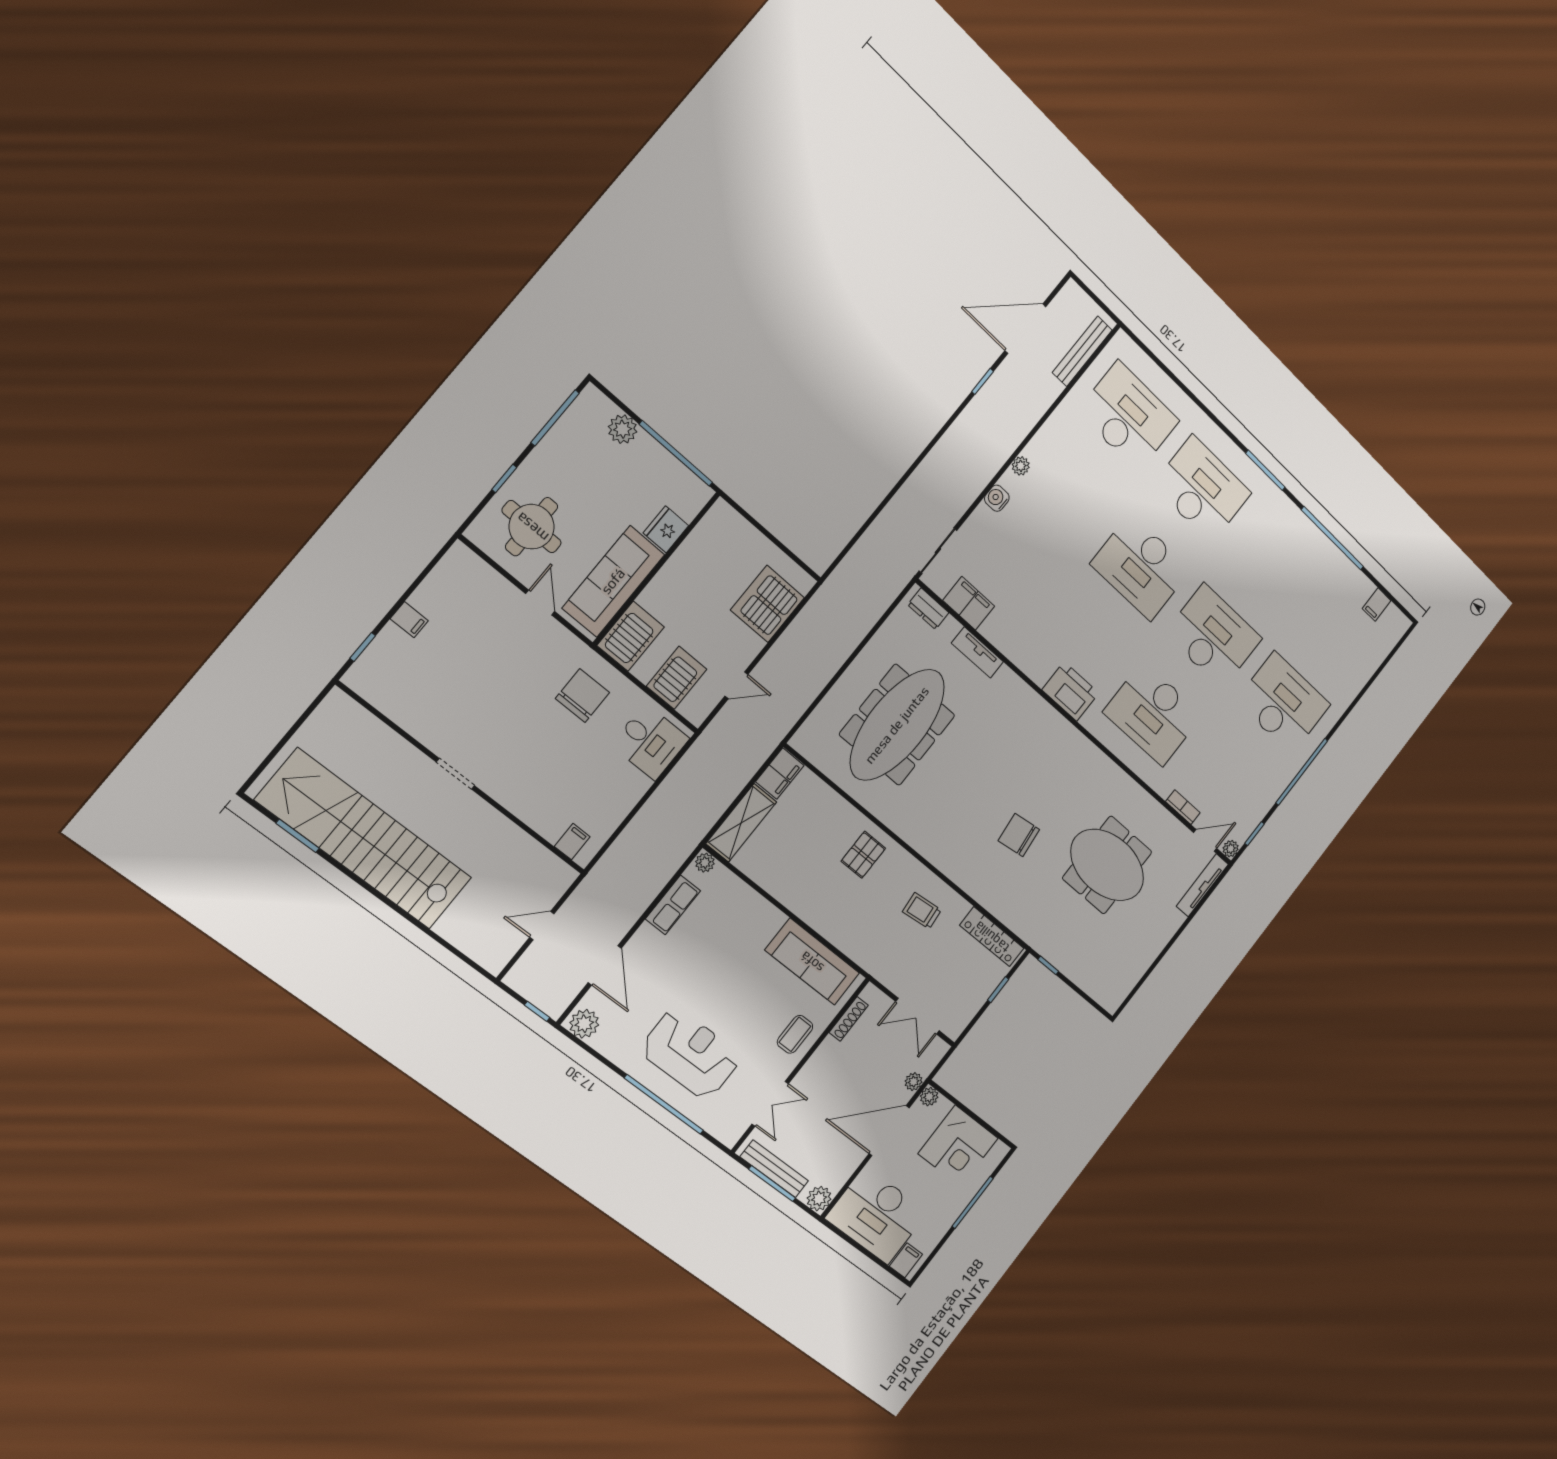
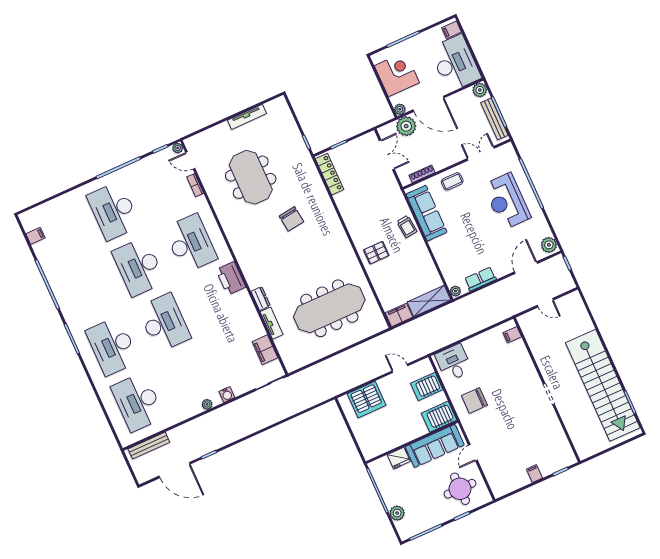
dresser: (928, 609) -> (261, 298), moved
tv unit: (1202, 885) -> (247, 117), moved
trolley: (922, 911) -> (407, 227), moved
plant: (914, 1082) -> (406, 126), width x1.88, depth x1.88

